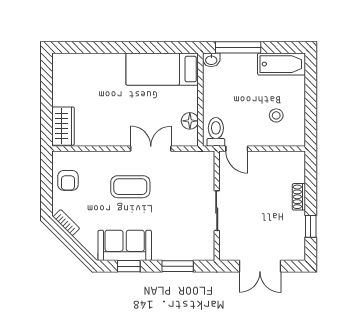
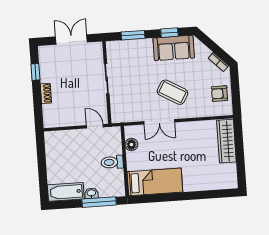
washbasin: (211, 60) -> (91, 193), moved
stool: (276, 115) -> (67, 153), removed
wardrobe: (63, 126) -> (226, 141), width x1.50
toilet: (216, 132) -> (112, 162), moved, turned 90
armchair: (68, 180) -> (219, 94), turned -90
coffee table: (130, 187) -> (172, 92), turned 30

